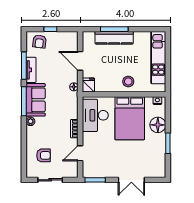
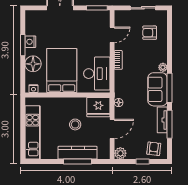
plant: (72, 37) -> (120, 153), added
door: (80, 61) -> (112, 129), hinge flipped
stool: (128, 81) -> (75, 124), moved
fridge: (88, 85) -> (98, 107), width x1.88, depth x1.34
nightstand: (160, 147) -> (30, 42), added

